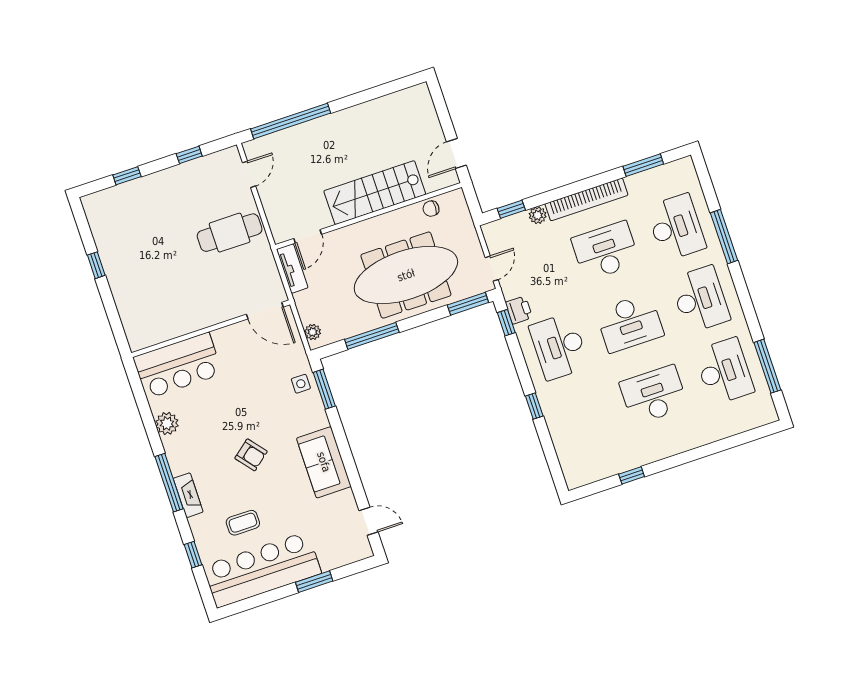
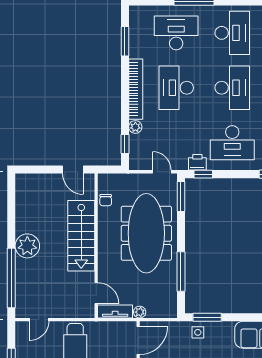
plant: (339, 128) -> (27, 246), added
door: (249, 174) -> (39, 320), swing flipped
desk: (700, 299) -> (232, 33), turned 90
plant: (313, 332) -> (140, 312), moved

